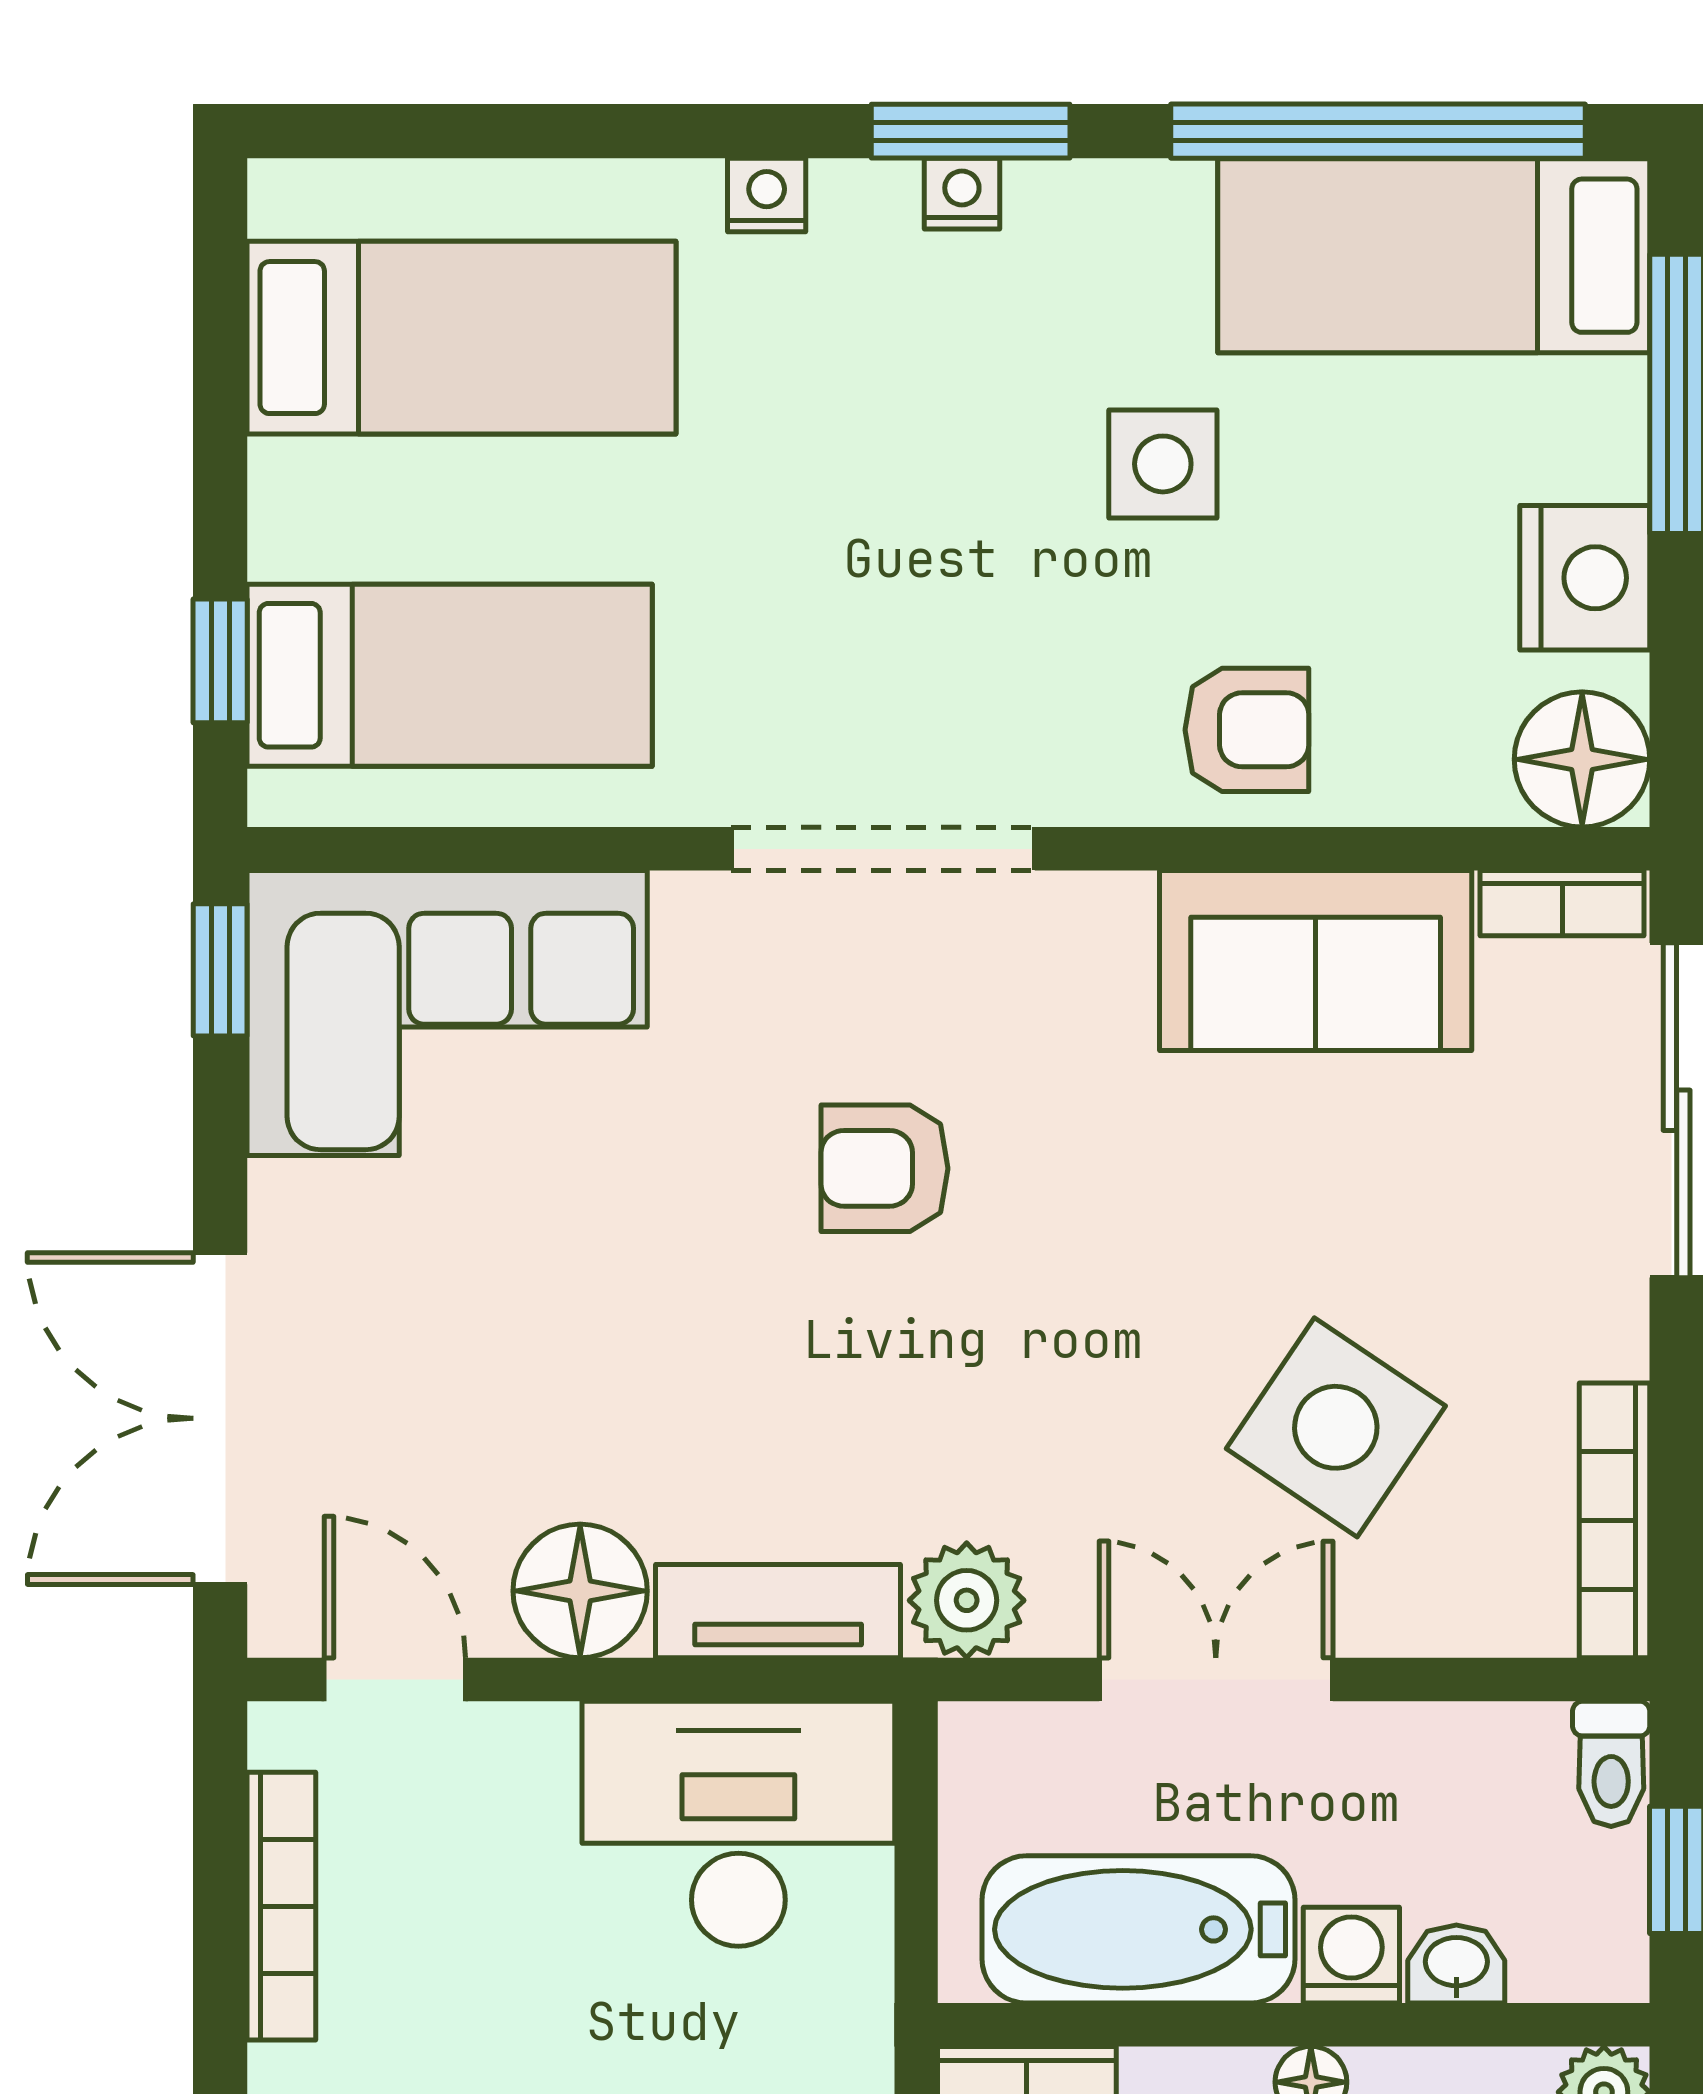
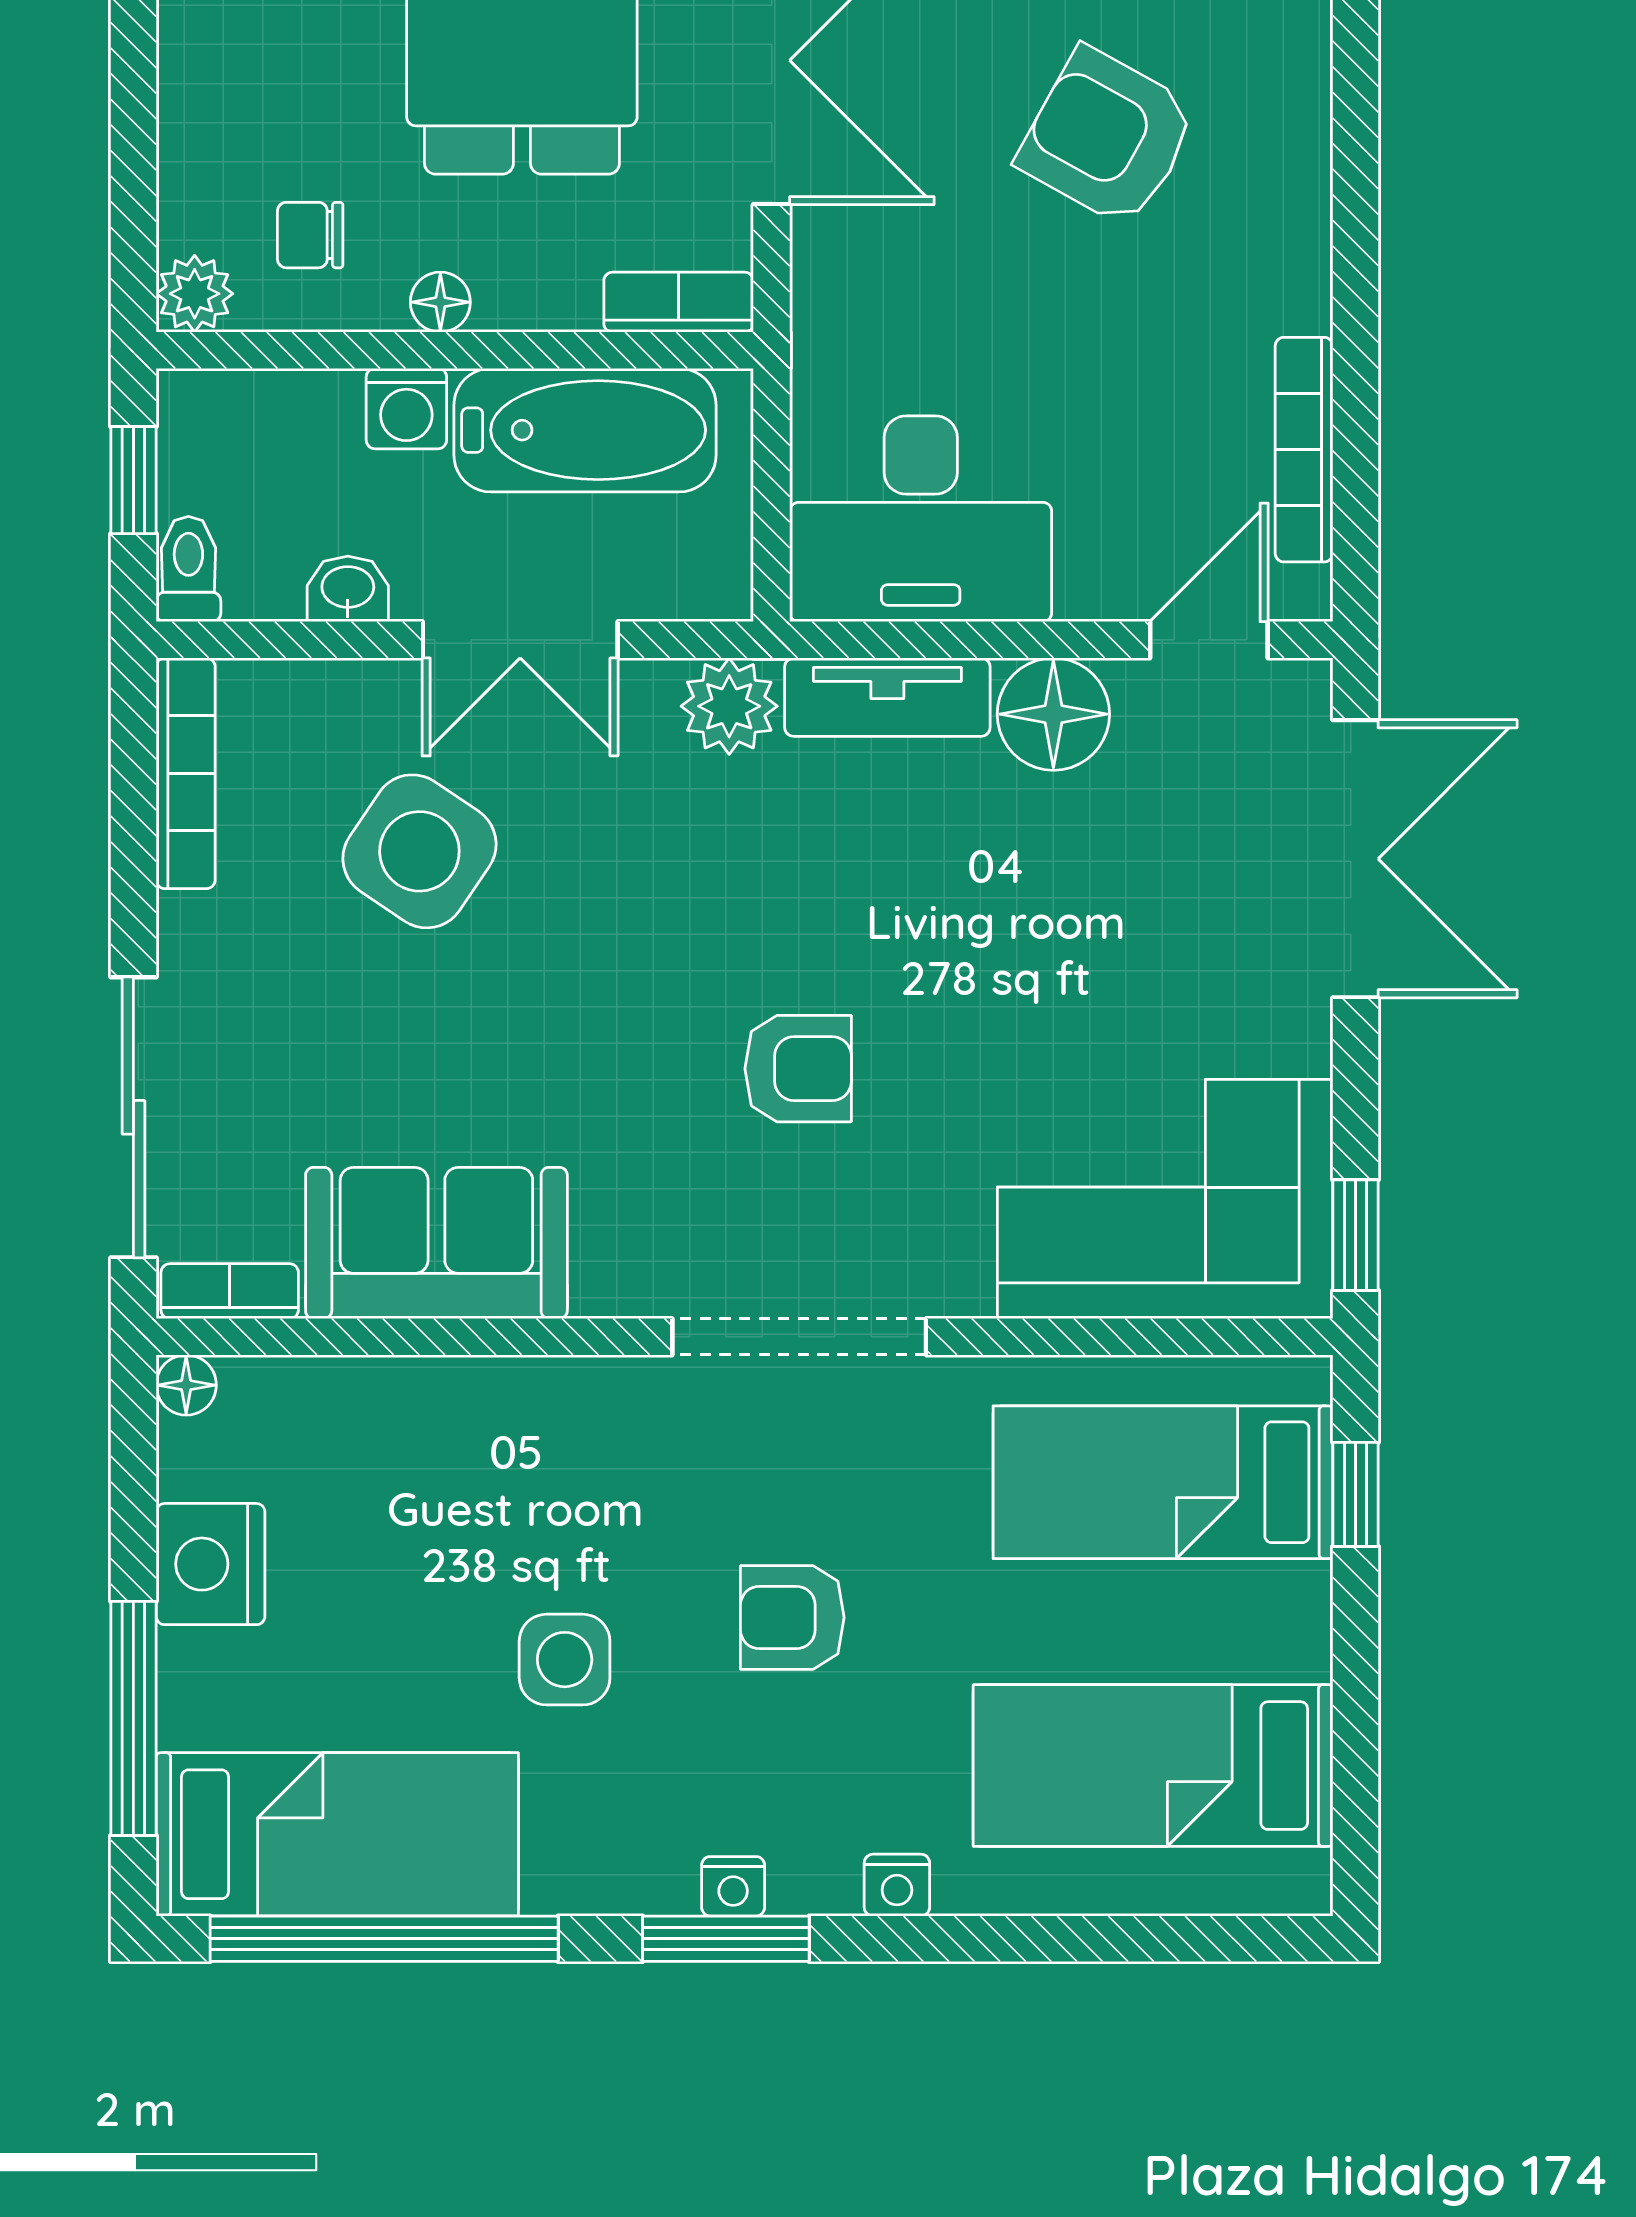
armchair: (1247, 730) -> (792, 1617), moved
floor lamp: (1582, 759) -> (186, 1385), width x0.53, depth x0.53
door: (395, 1679) -> (1209, 640), swing flipped
washbasin: (1456, 1964) -> (348, 589), moved, turned 180

